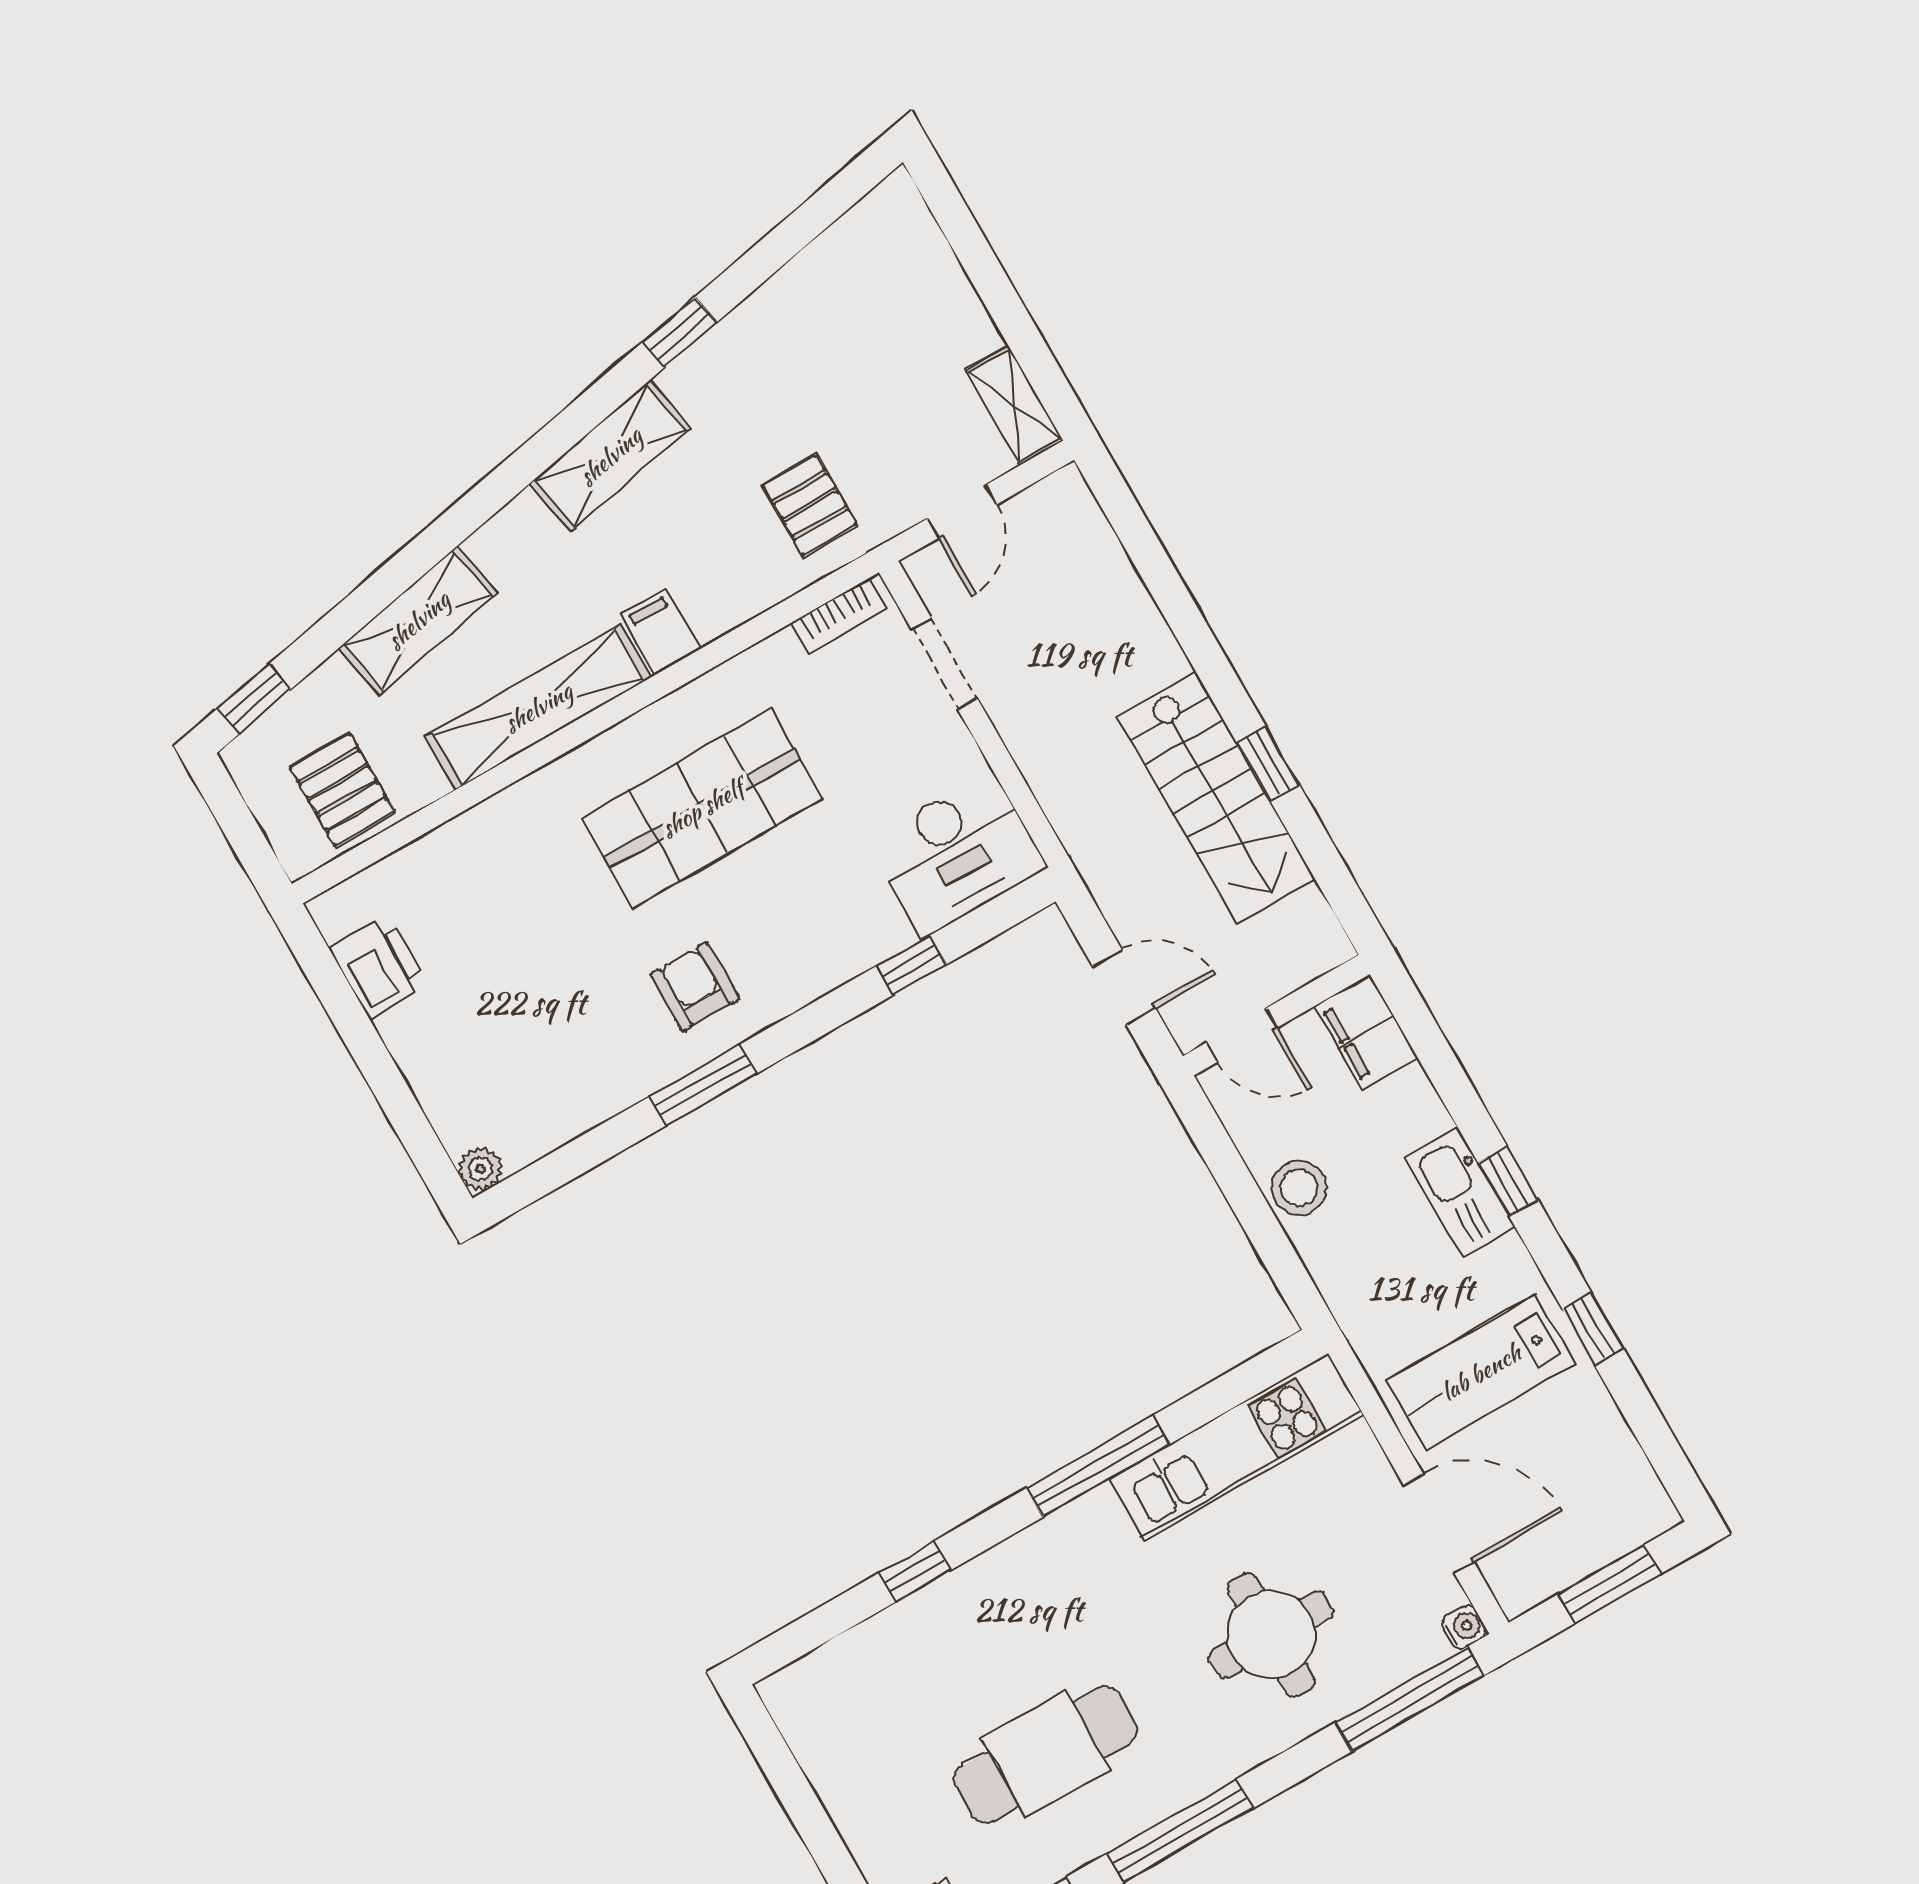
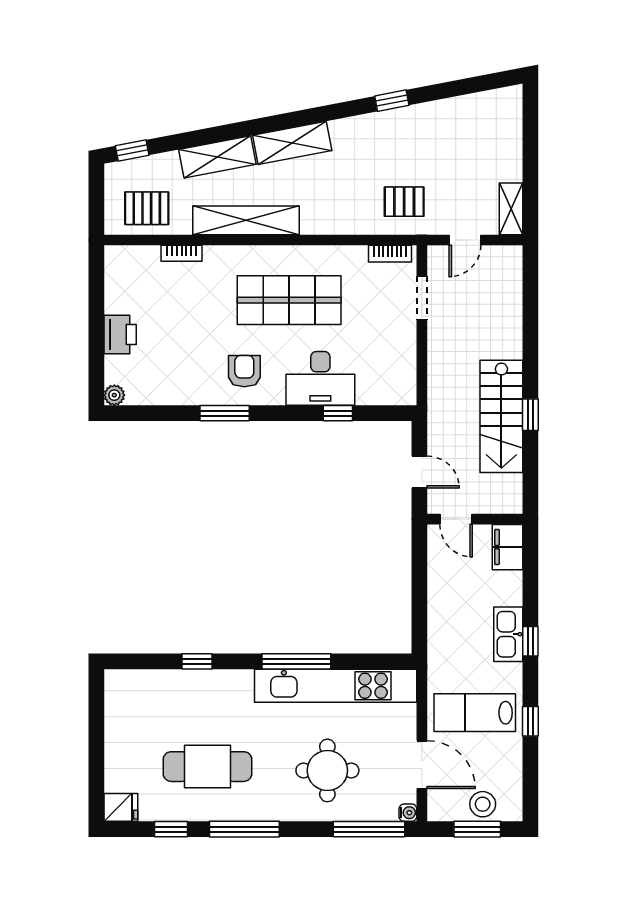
shelving: (610, 456) -> (292, 143), moved
pallet: (810, 505) -> (404, 202), turned 90
filing cabinet: (661, 632) -> (314, 218), removed
pallet: (342, 790) -> (147, 208), turned 90
bookcase: (454, 836) -> (182, 253), added
desk: (957, 854) -> (320, 378), moved
printer: (378, 967) -> (120, 335), moved
stool: (1299, 1188) -> (483, 804), moved
kitchen unit: (1236, 1447) -> (336, 686), width x1.36

